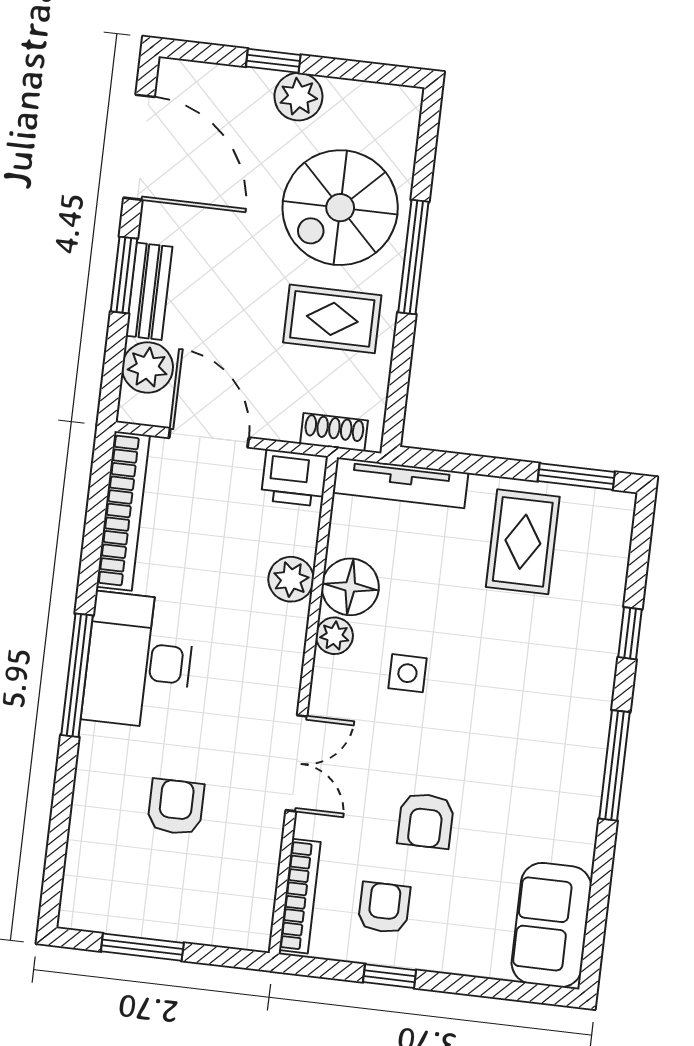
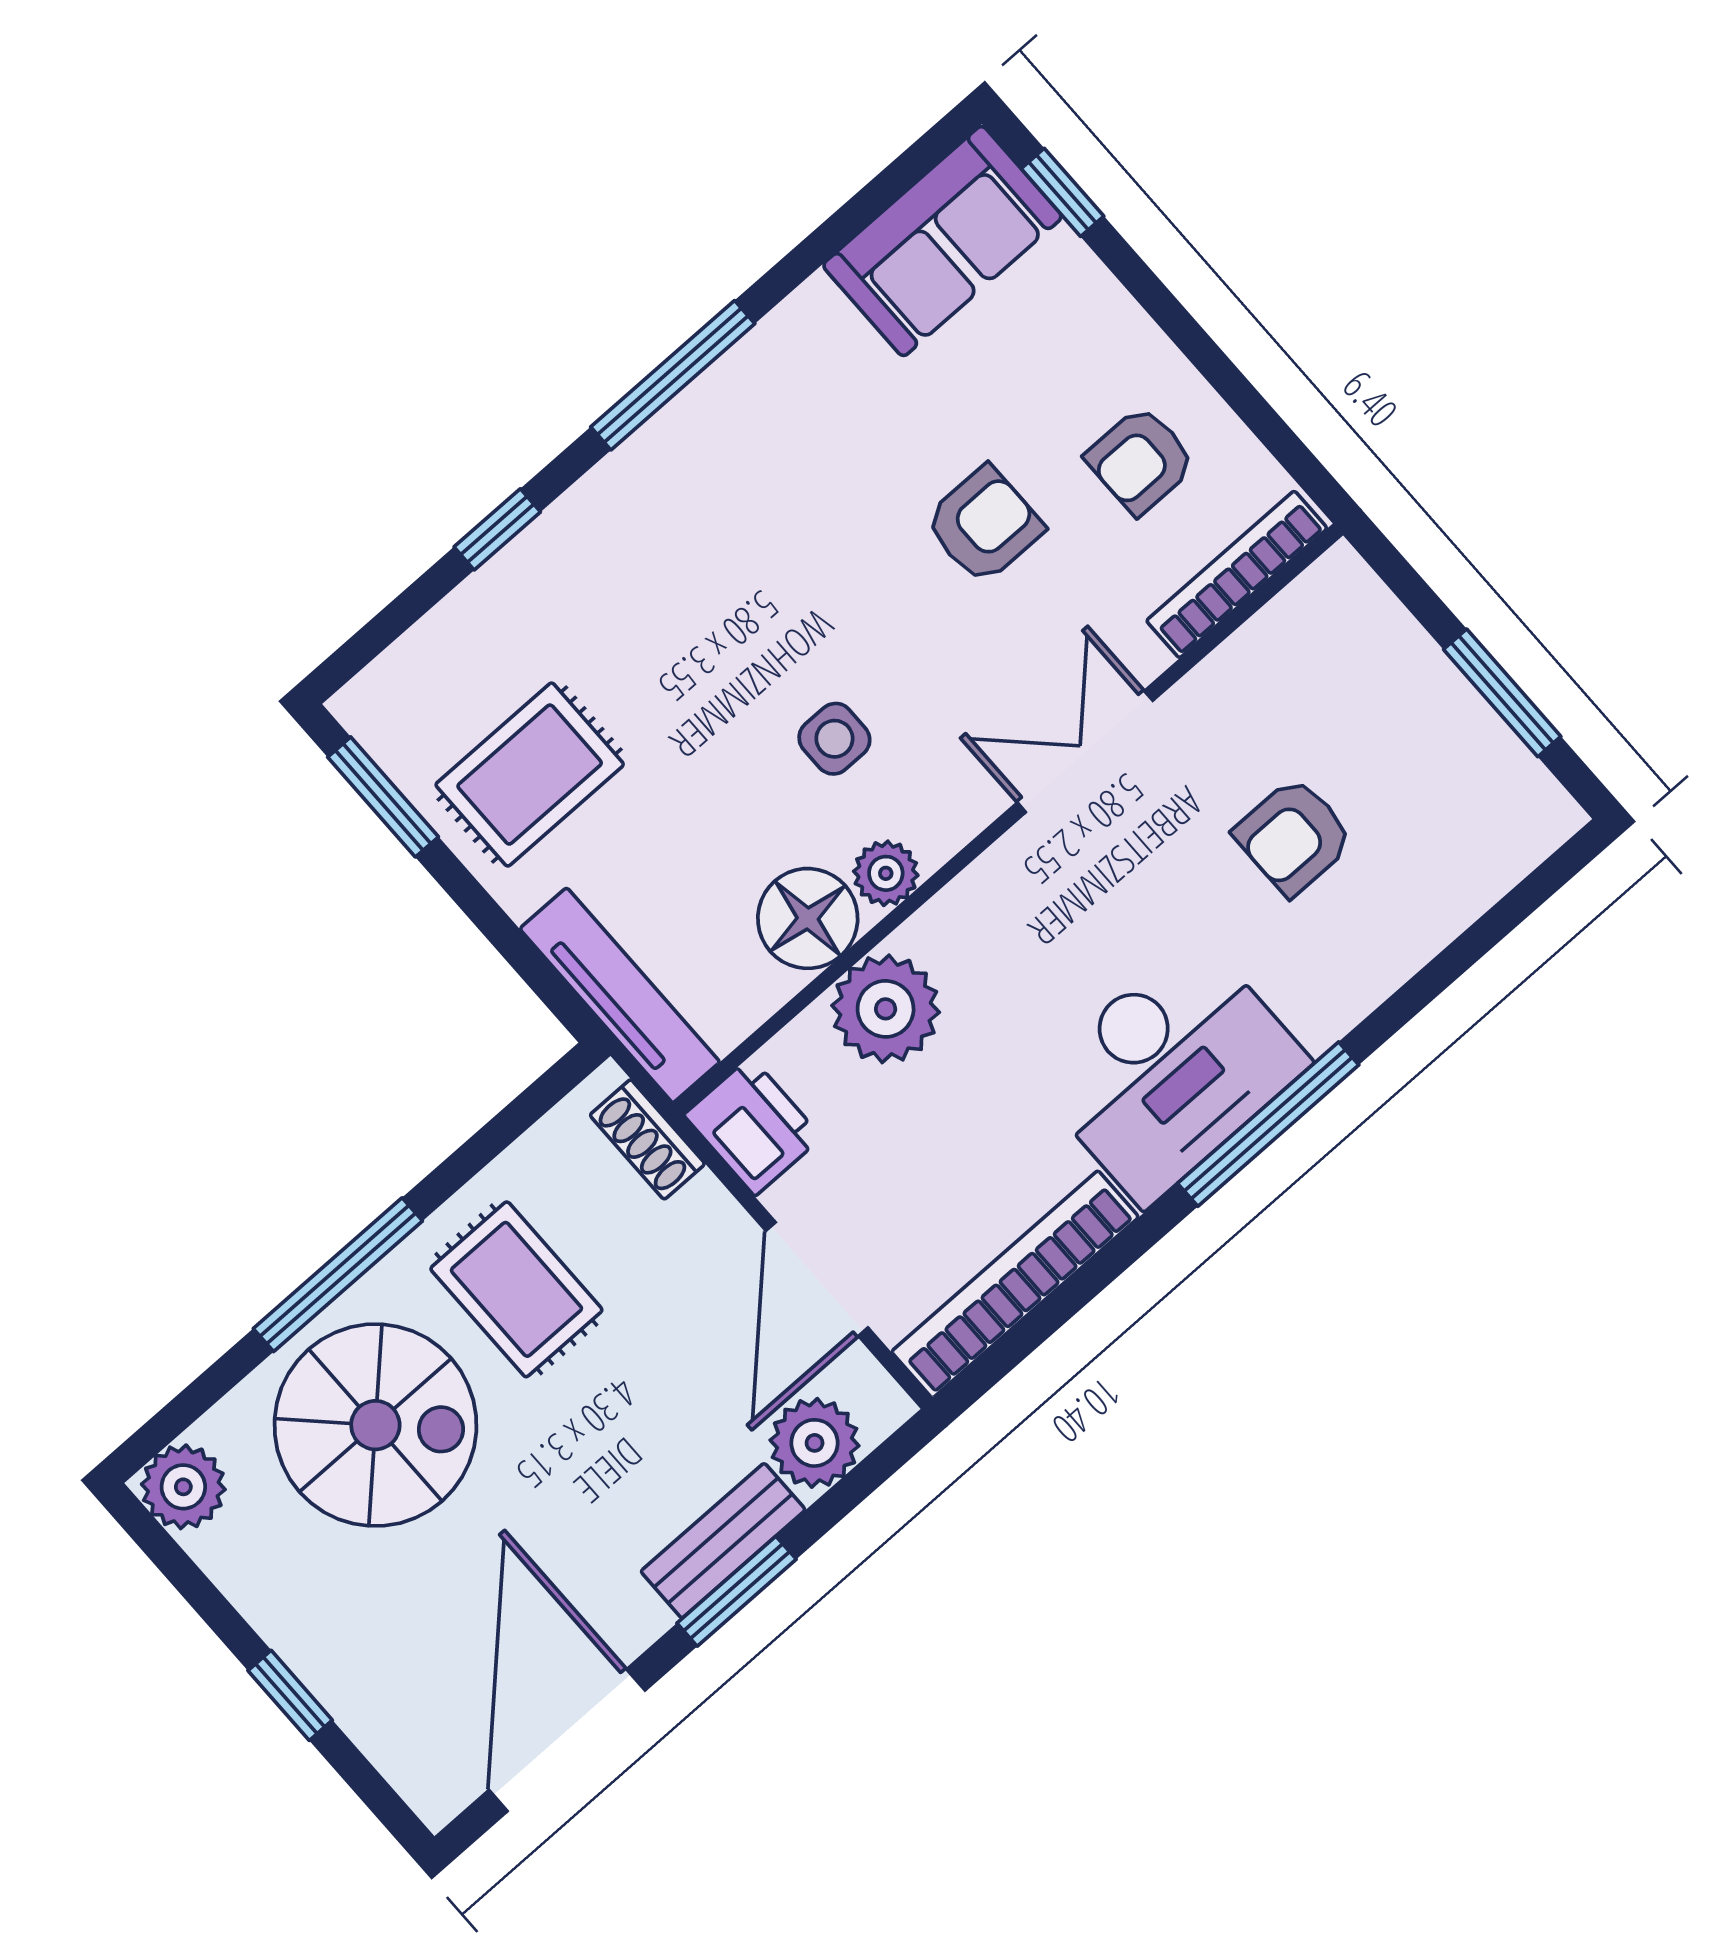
plant: (298, 97) -> (183, 1487), moved
plant: (291, 579) -> (886, 1009), width x1.36, depth x1.36
window: (390, 976) -> (1062, 192), moved

